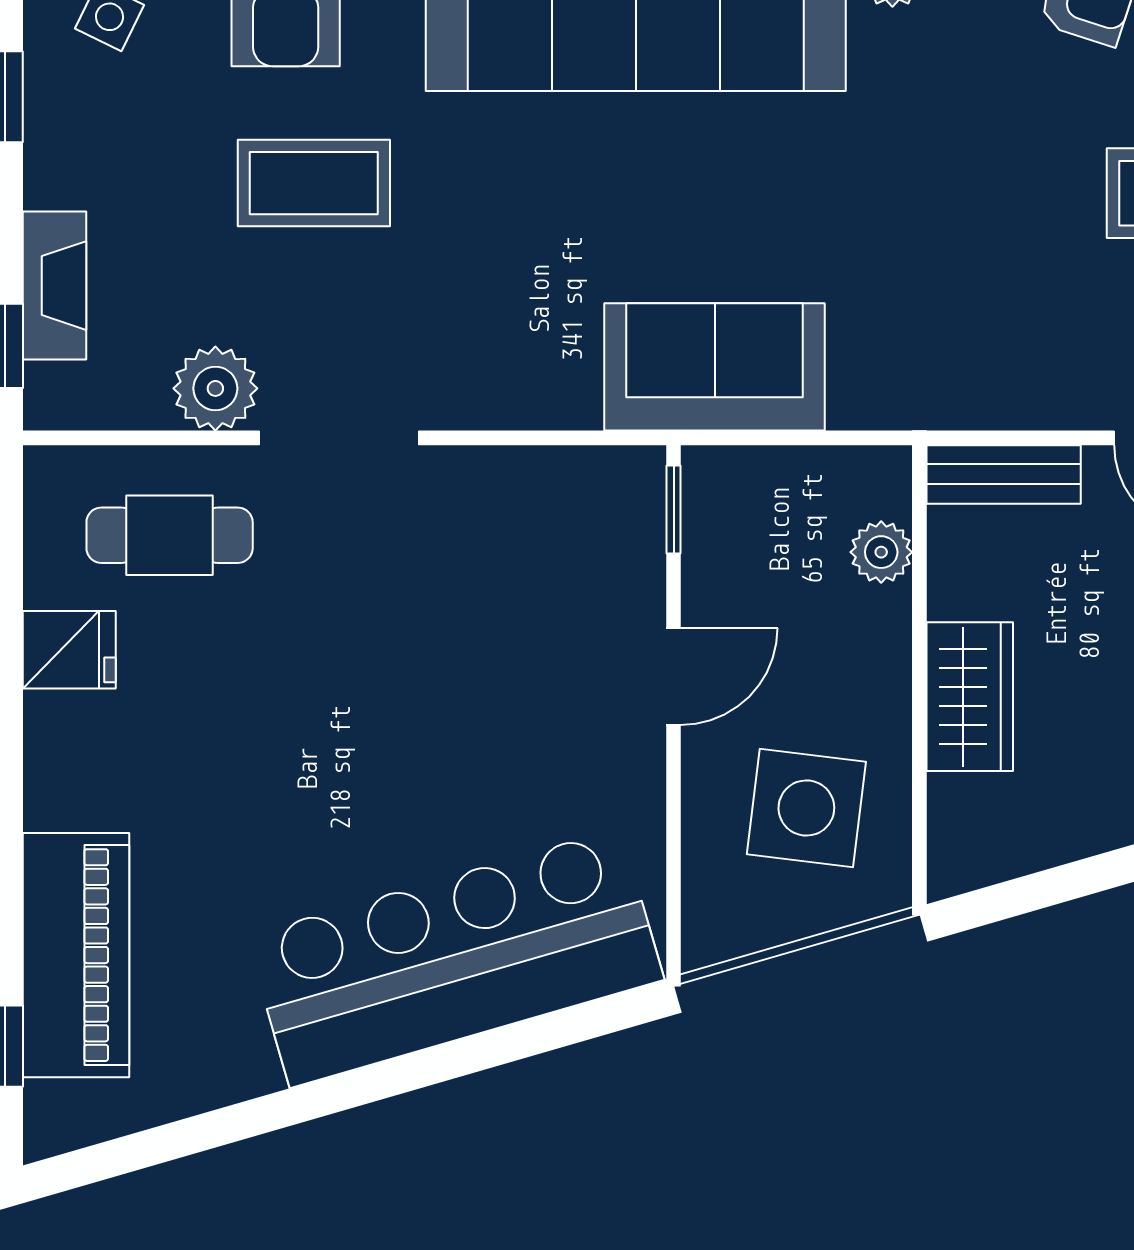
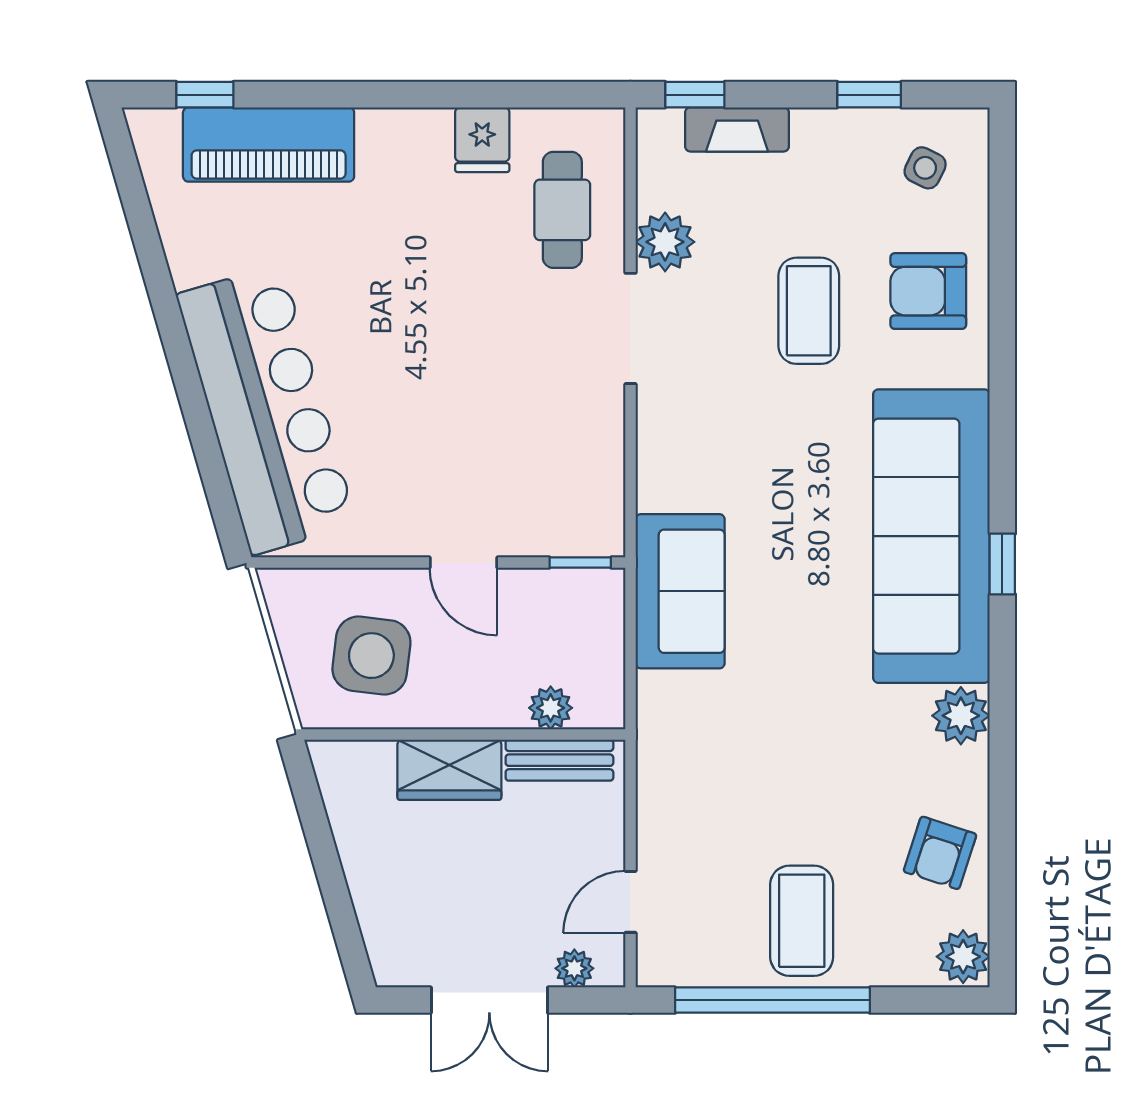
bench: (1004, 474) -> (559, 760), moved, turned 90

